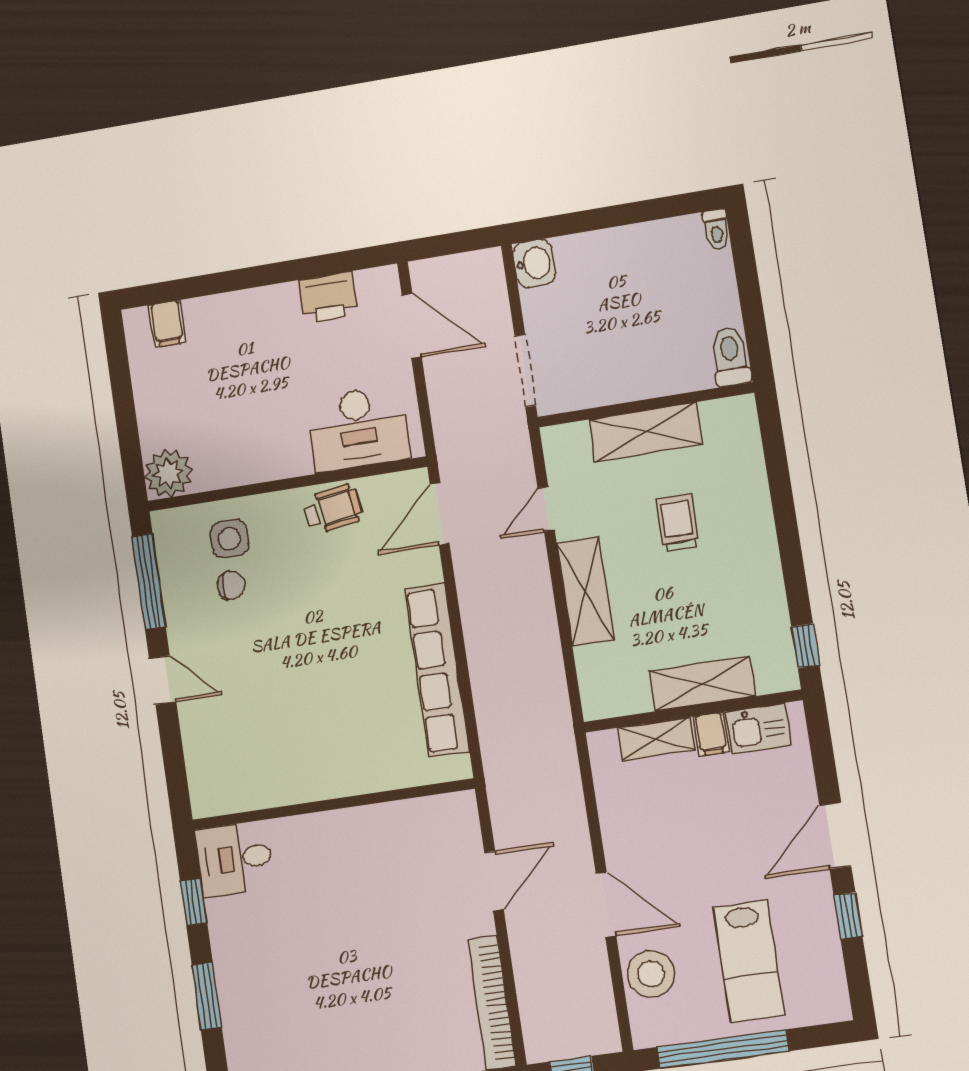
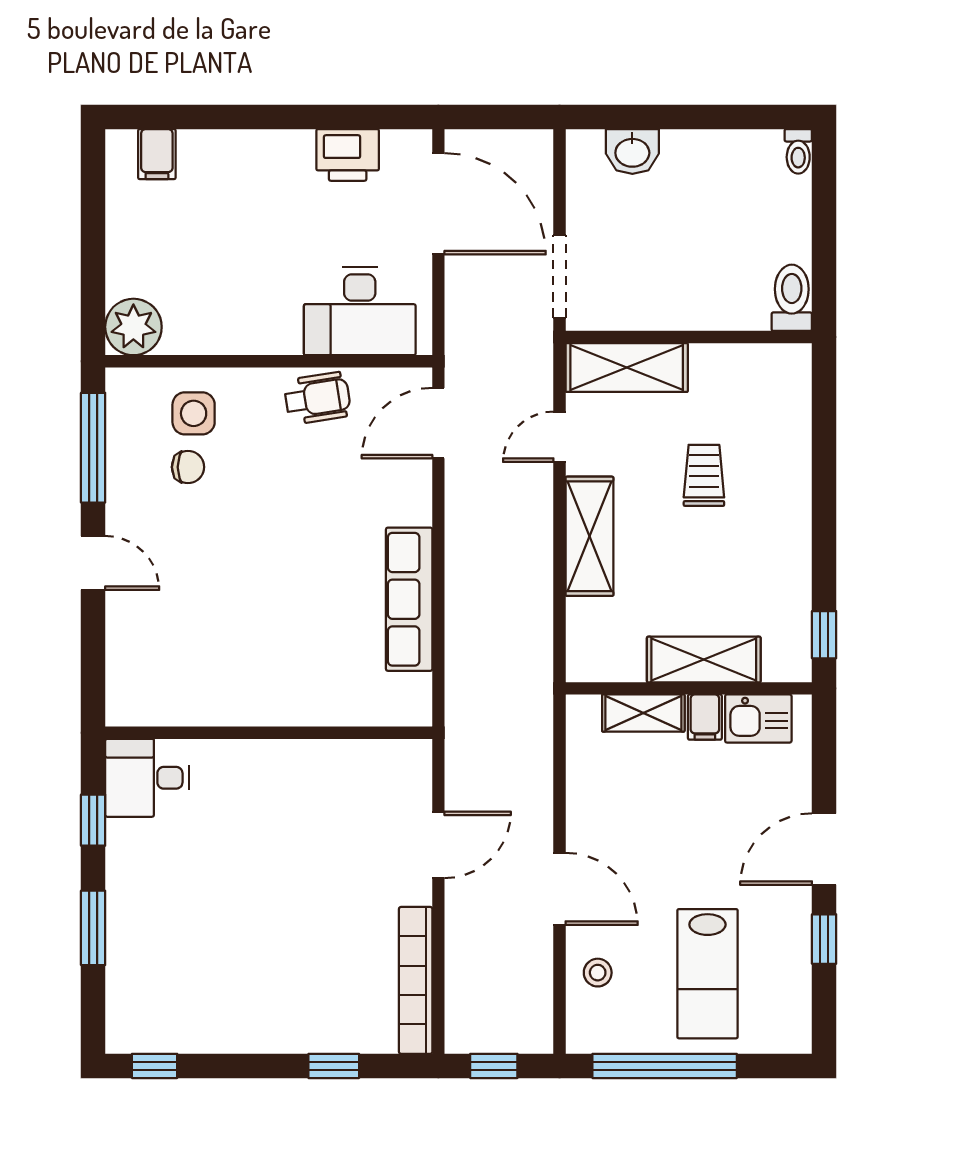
washbasin: (534, 263) -> (632, 151), moved, turned 90
door: (412, 326) -> (438, 204), width x1.36
shelving: (646, 432) -> (627, 368), moved
row of seats: (437, 670) -> (409, 599), width x0.73
stool: (651, 974) -> (598, 973), width x0.53, depth x0.53

